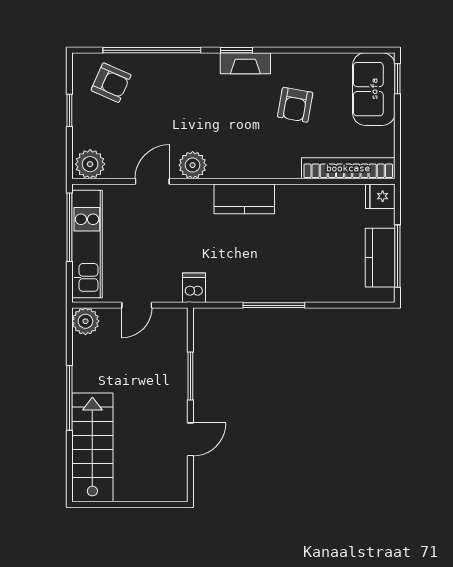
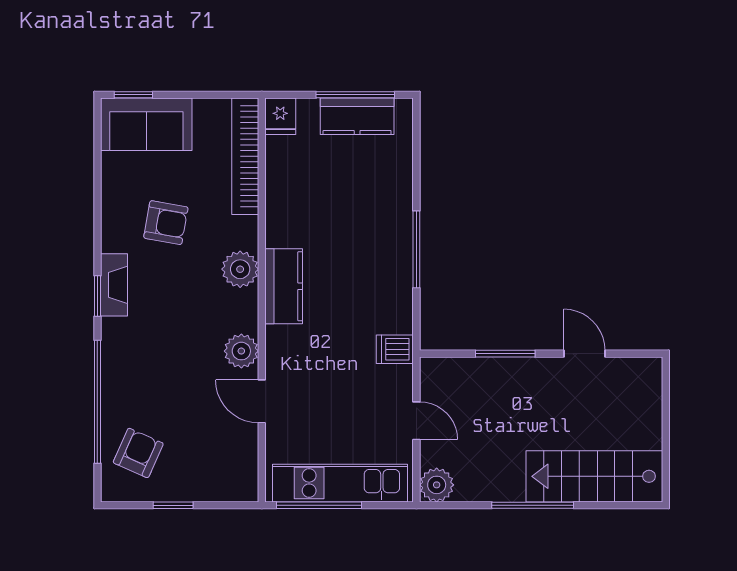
plant: (90, 164) -> (240, 269), moved

